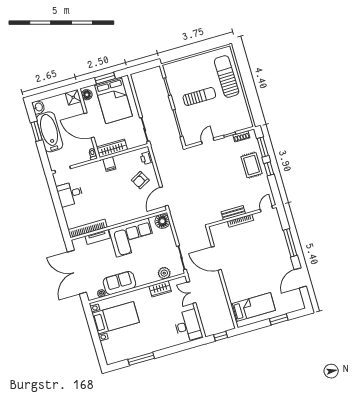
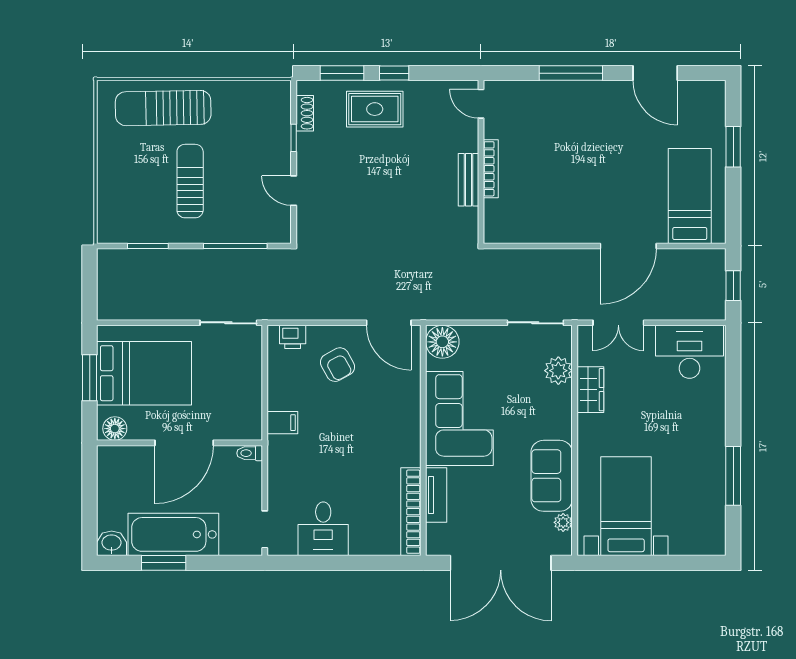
shower: (73, 97) -> (112, 460), removed
wardrobe: (112, 148) -> (249, 407), removed
door: (216, 258) -> (628, 246), moved

